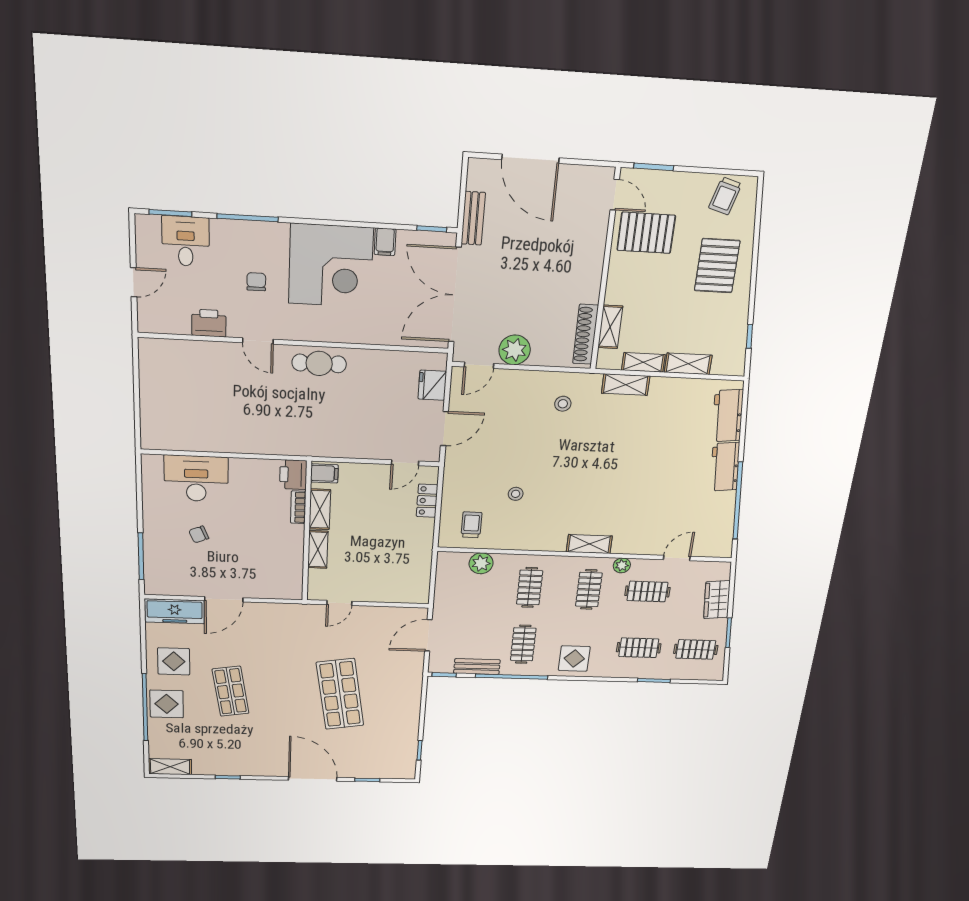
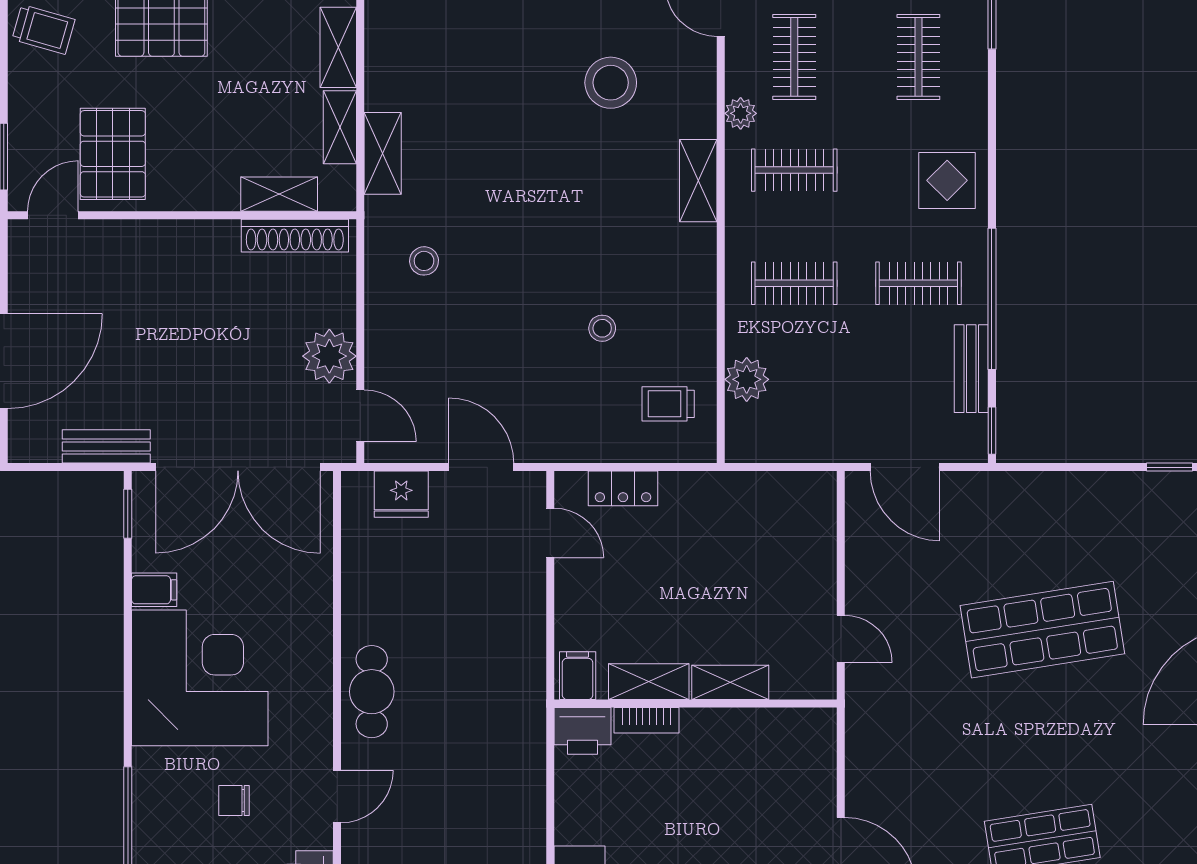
stool: (647, 503) -> (611, 83), added

